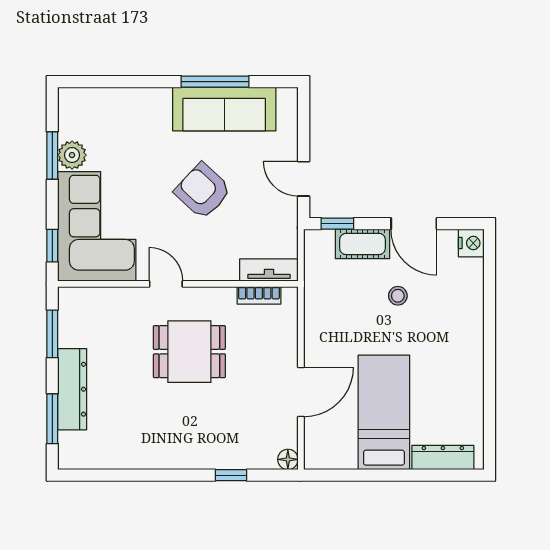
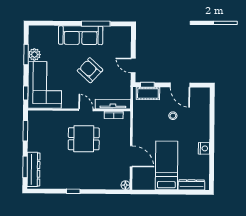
sofa: (224, 109) -> (81, 35), moved
nightstand: (471, 243) -> (204, 148), moved
cot: (362, 244) -> (148, 93), moved
tv unit: (269, 270) -> (113, 104), width x1.41
door: (166, 284) -> (86, 110), moved
dresser: (72, 389) -> (34, 169), moved
door: (301, 392) -> (131, 156), hinge flipped
window: (231, 475) -> (73, 191), moved

